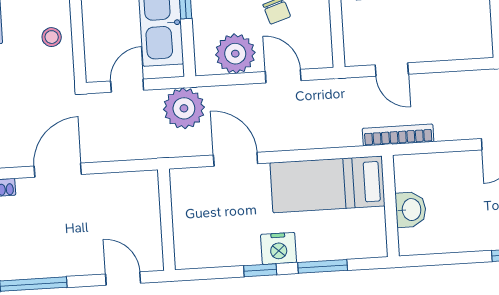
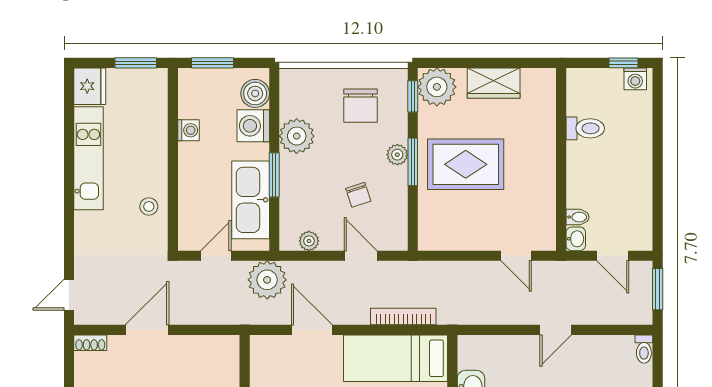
plant: (235, 54) -> (309, 241), width x0.53, depth x0.53
door: (392, 69) -> (516, 256), moved
bookcase: (398, 135) -> (403, 317), moved

